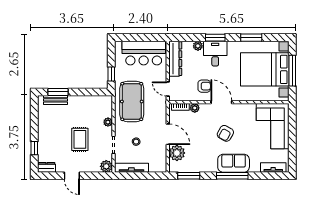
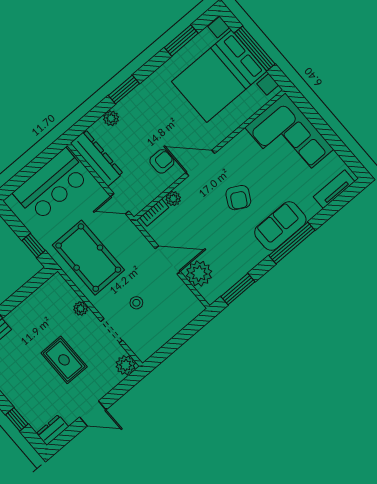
window: (251, 38) -> (181, 40), moved
desk: (215, 54) -> (141, 109), removed
tv unit: (131, 168) -> (158, 340), removed

